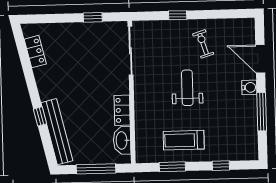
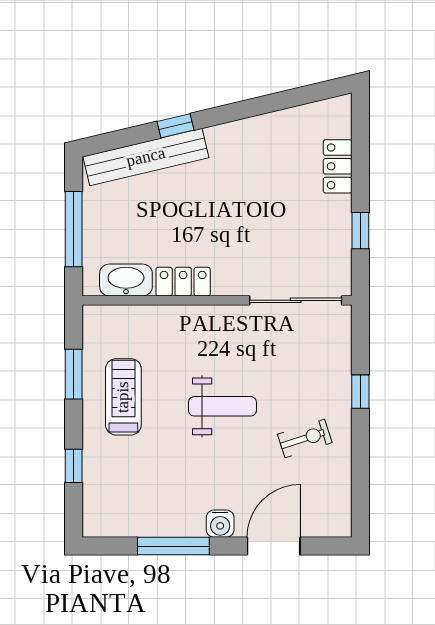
locker: (35, 52) -> (338, 166), moved, turned 103

